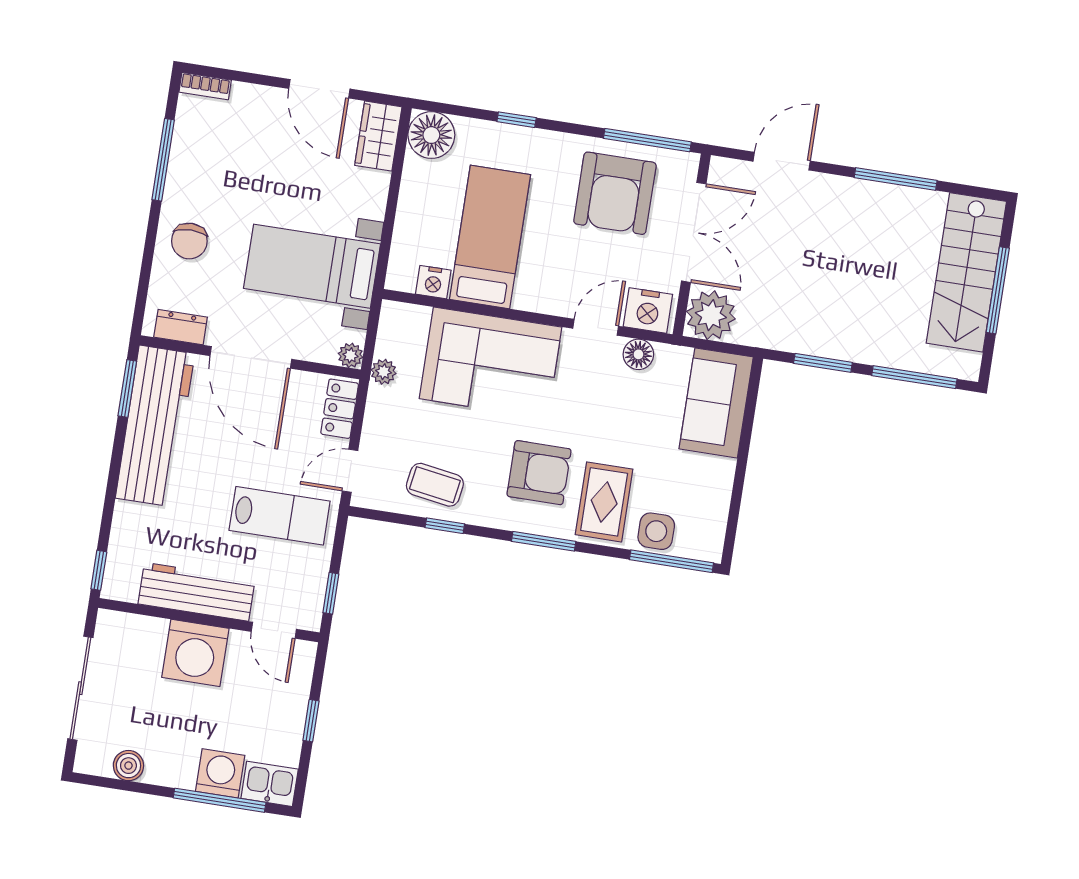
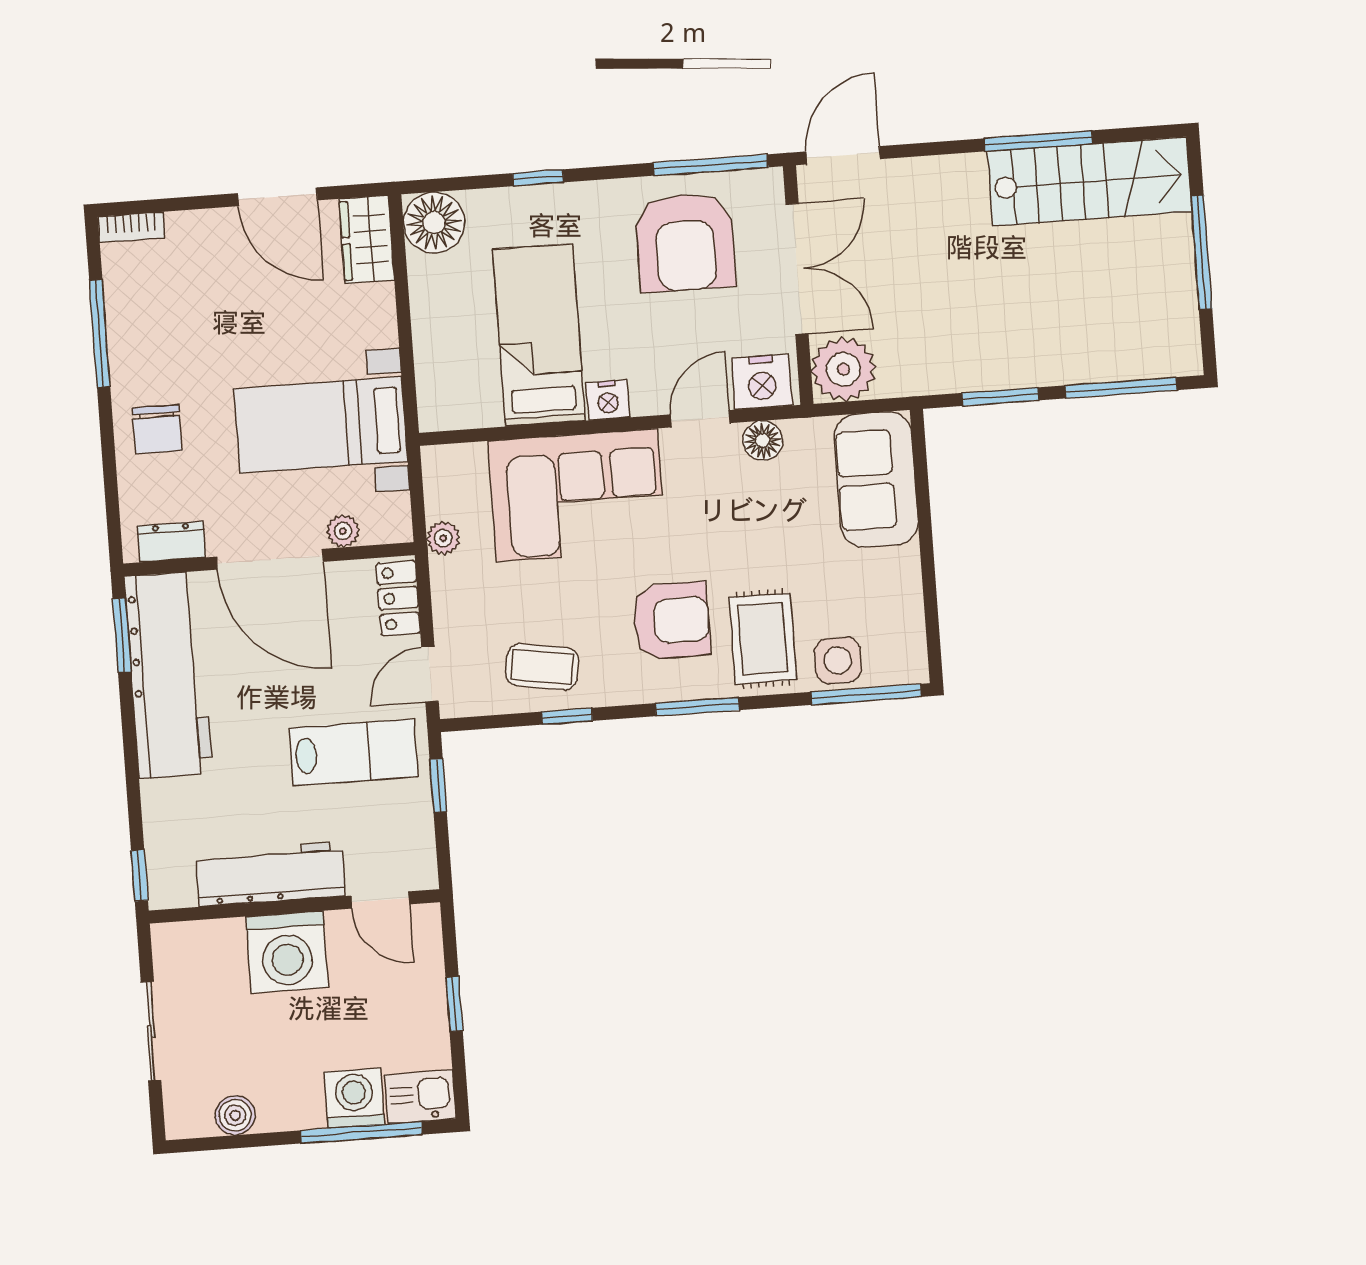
door: (782, 161) -> (843, 155), moved
stairs: (966, 272) -> (1090, 181), moved, turned -90
nightstand: (433, 282) -> (608, 400), moved
plant: (350, 355) -> (343, 531), moved
window: (331, 593) -> (438, 786), moved
sliding door: (80, 688) -> (151, 1031), width x0.73

